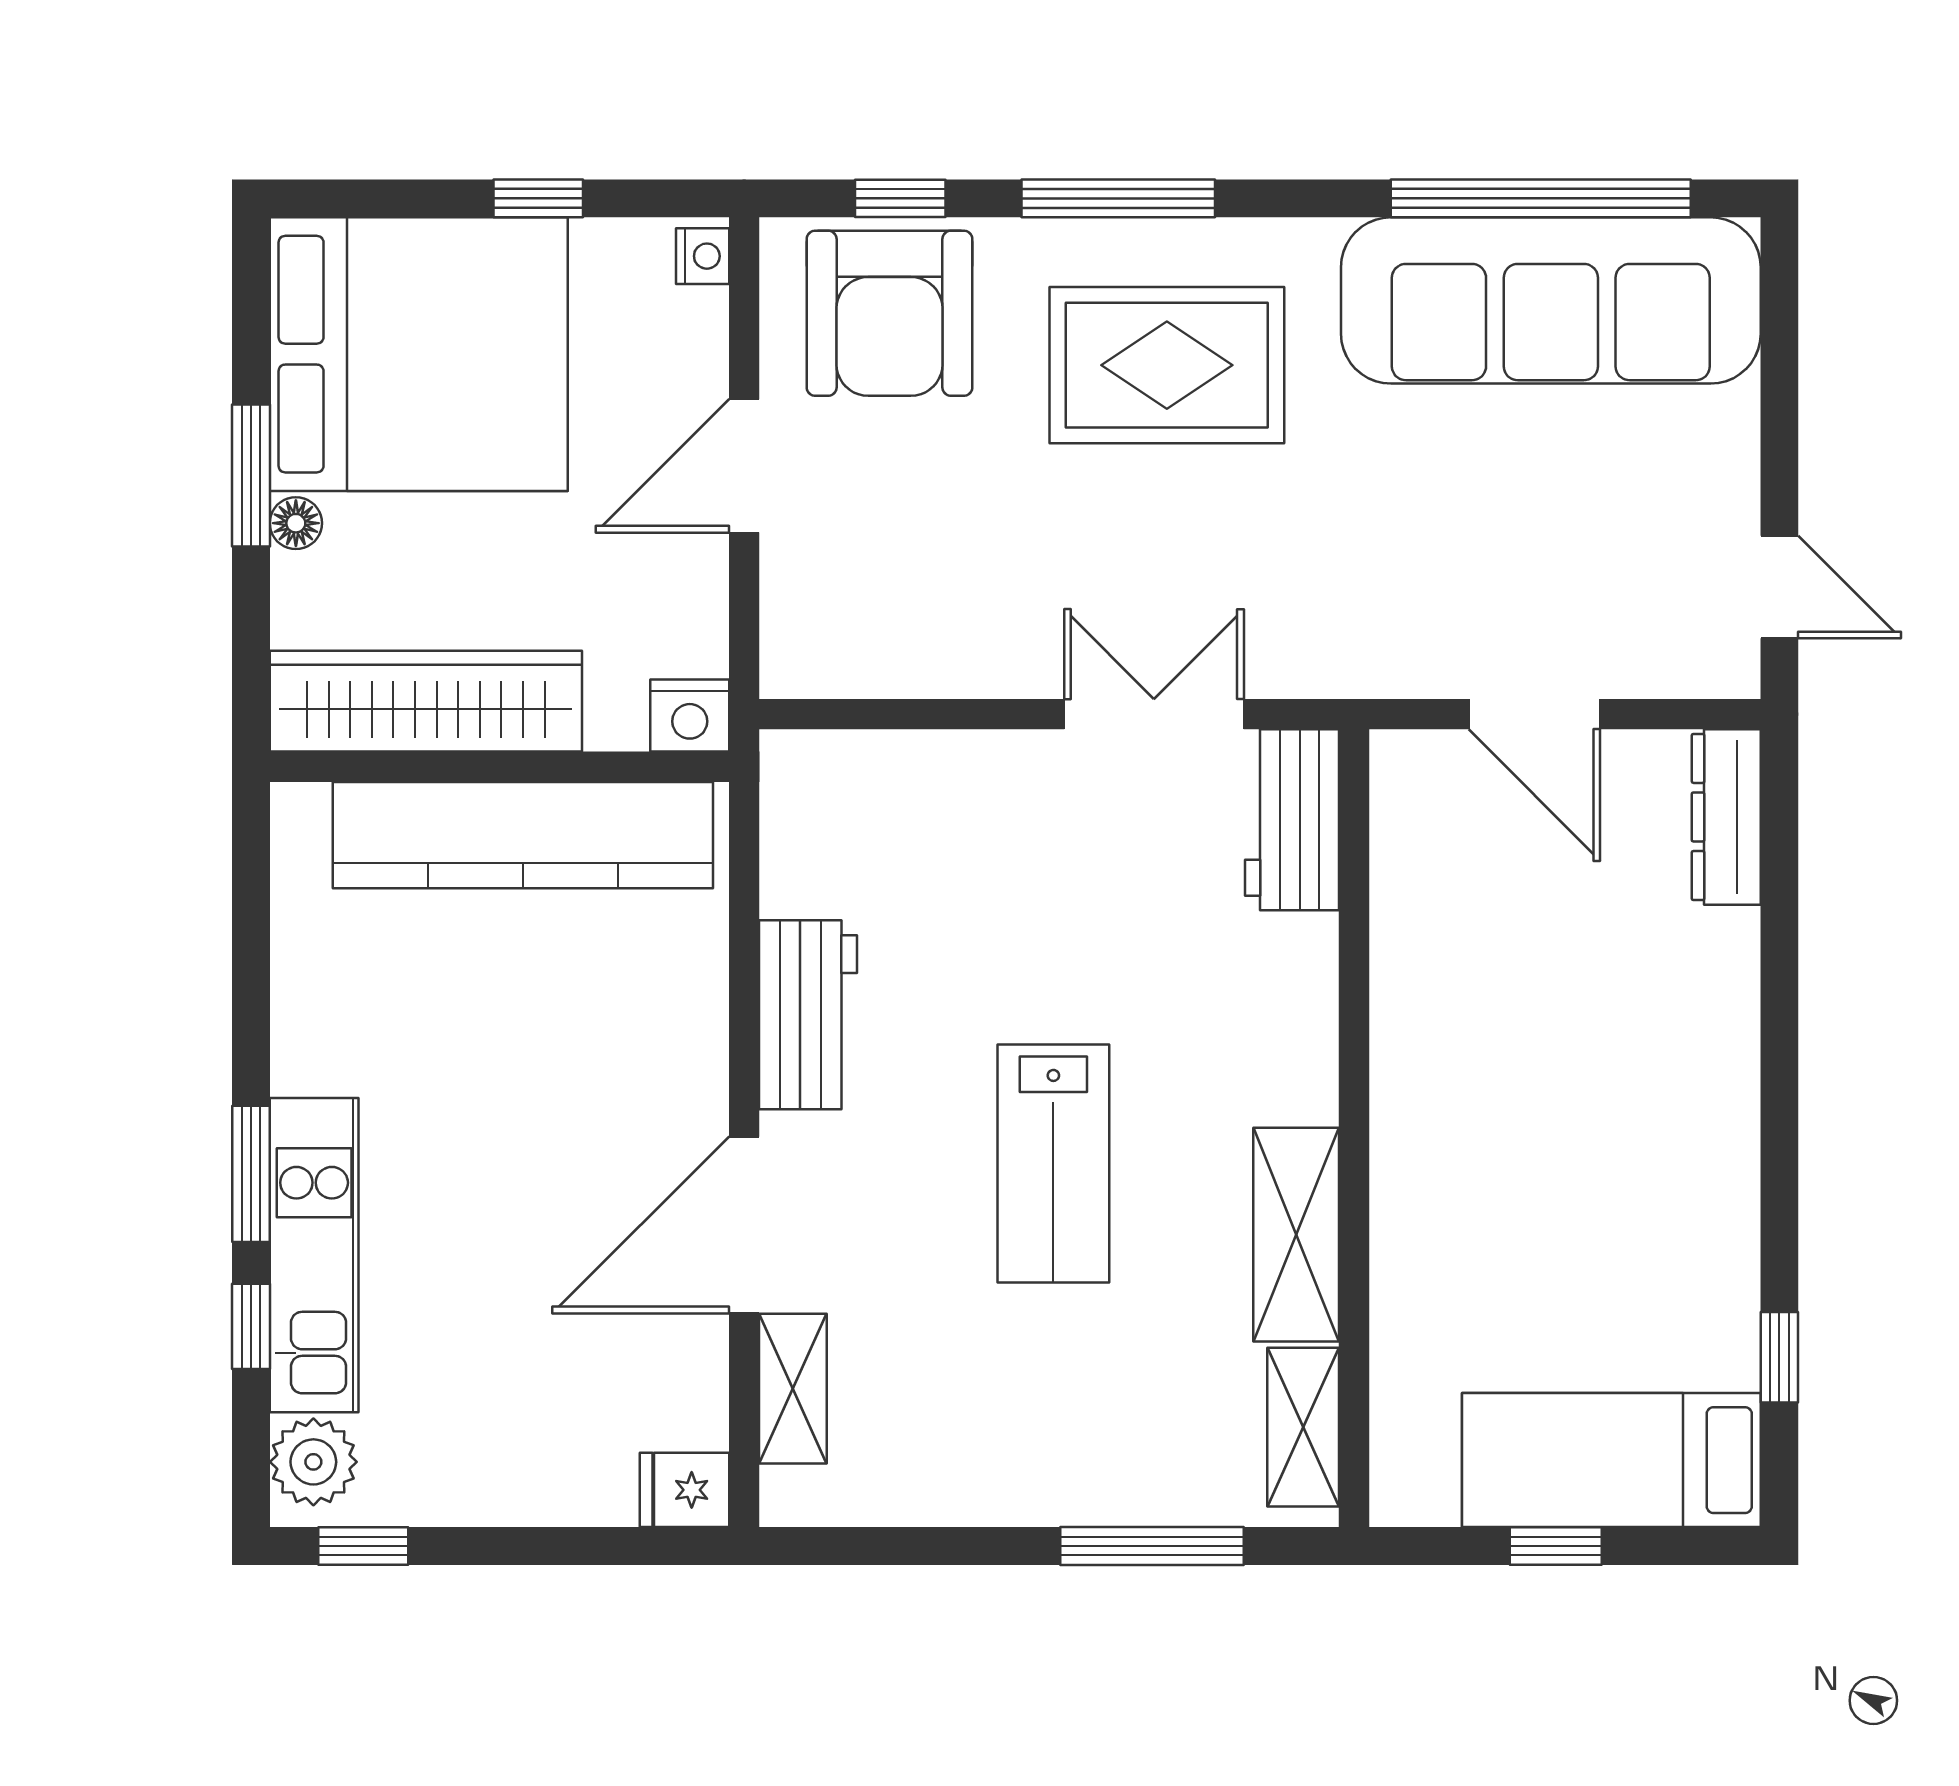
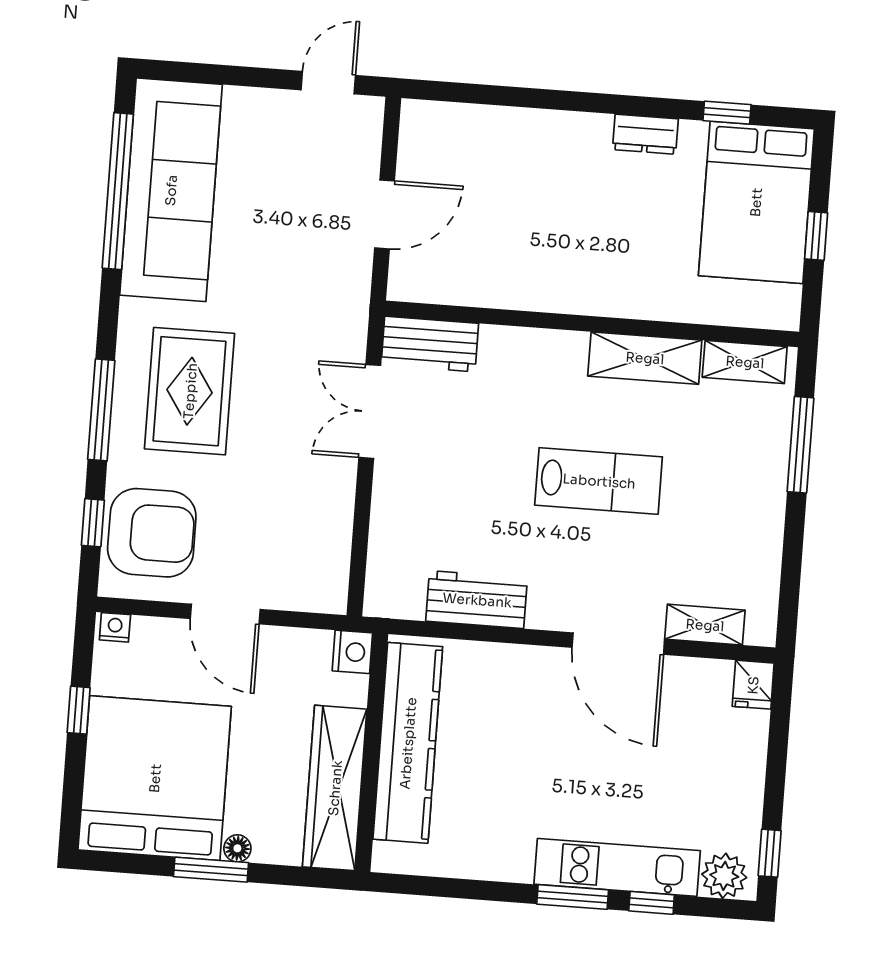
dresser: (1726, 817) -> (645, 134), moved, width x0.70
workbench: (808, 1015) -> (477, 600), moved
bed: (1611, 1460) -> (756, 202), width x1.50

